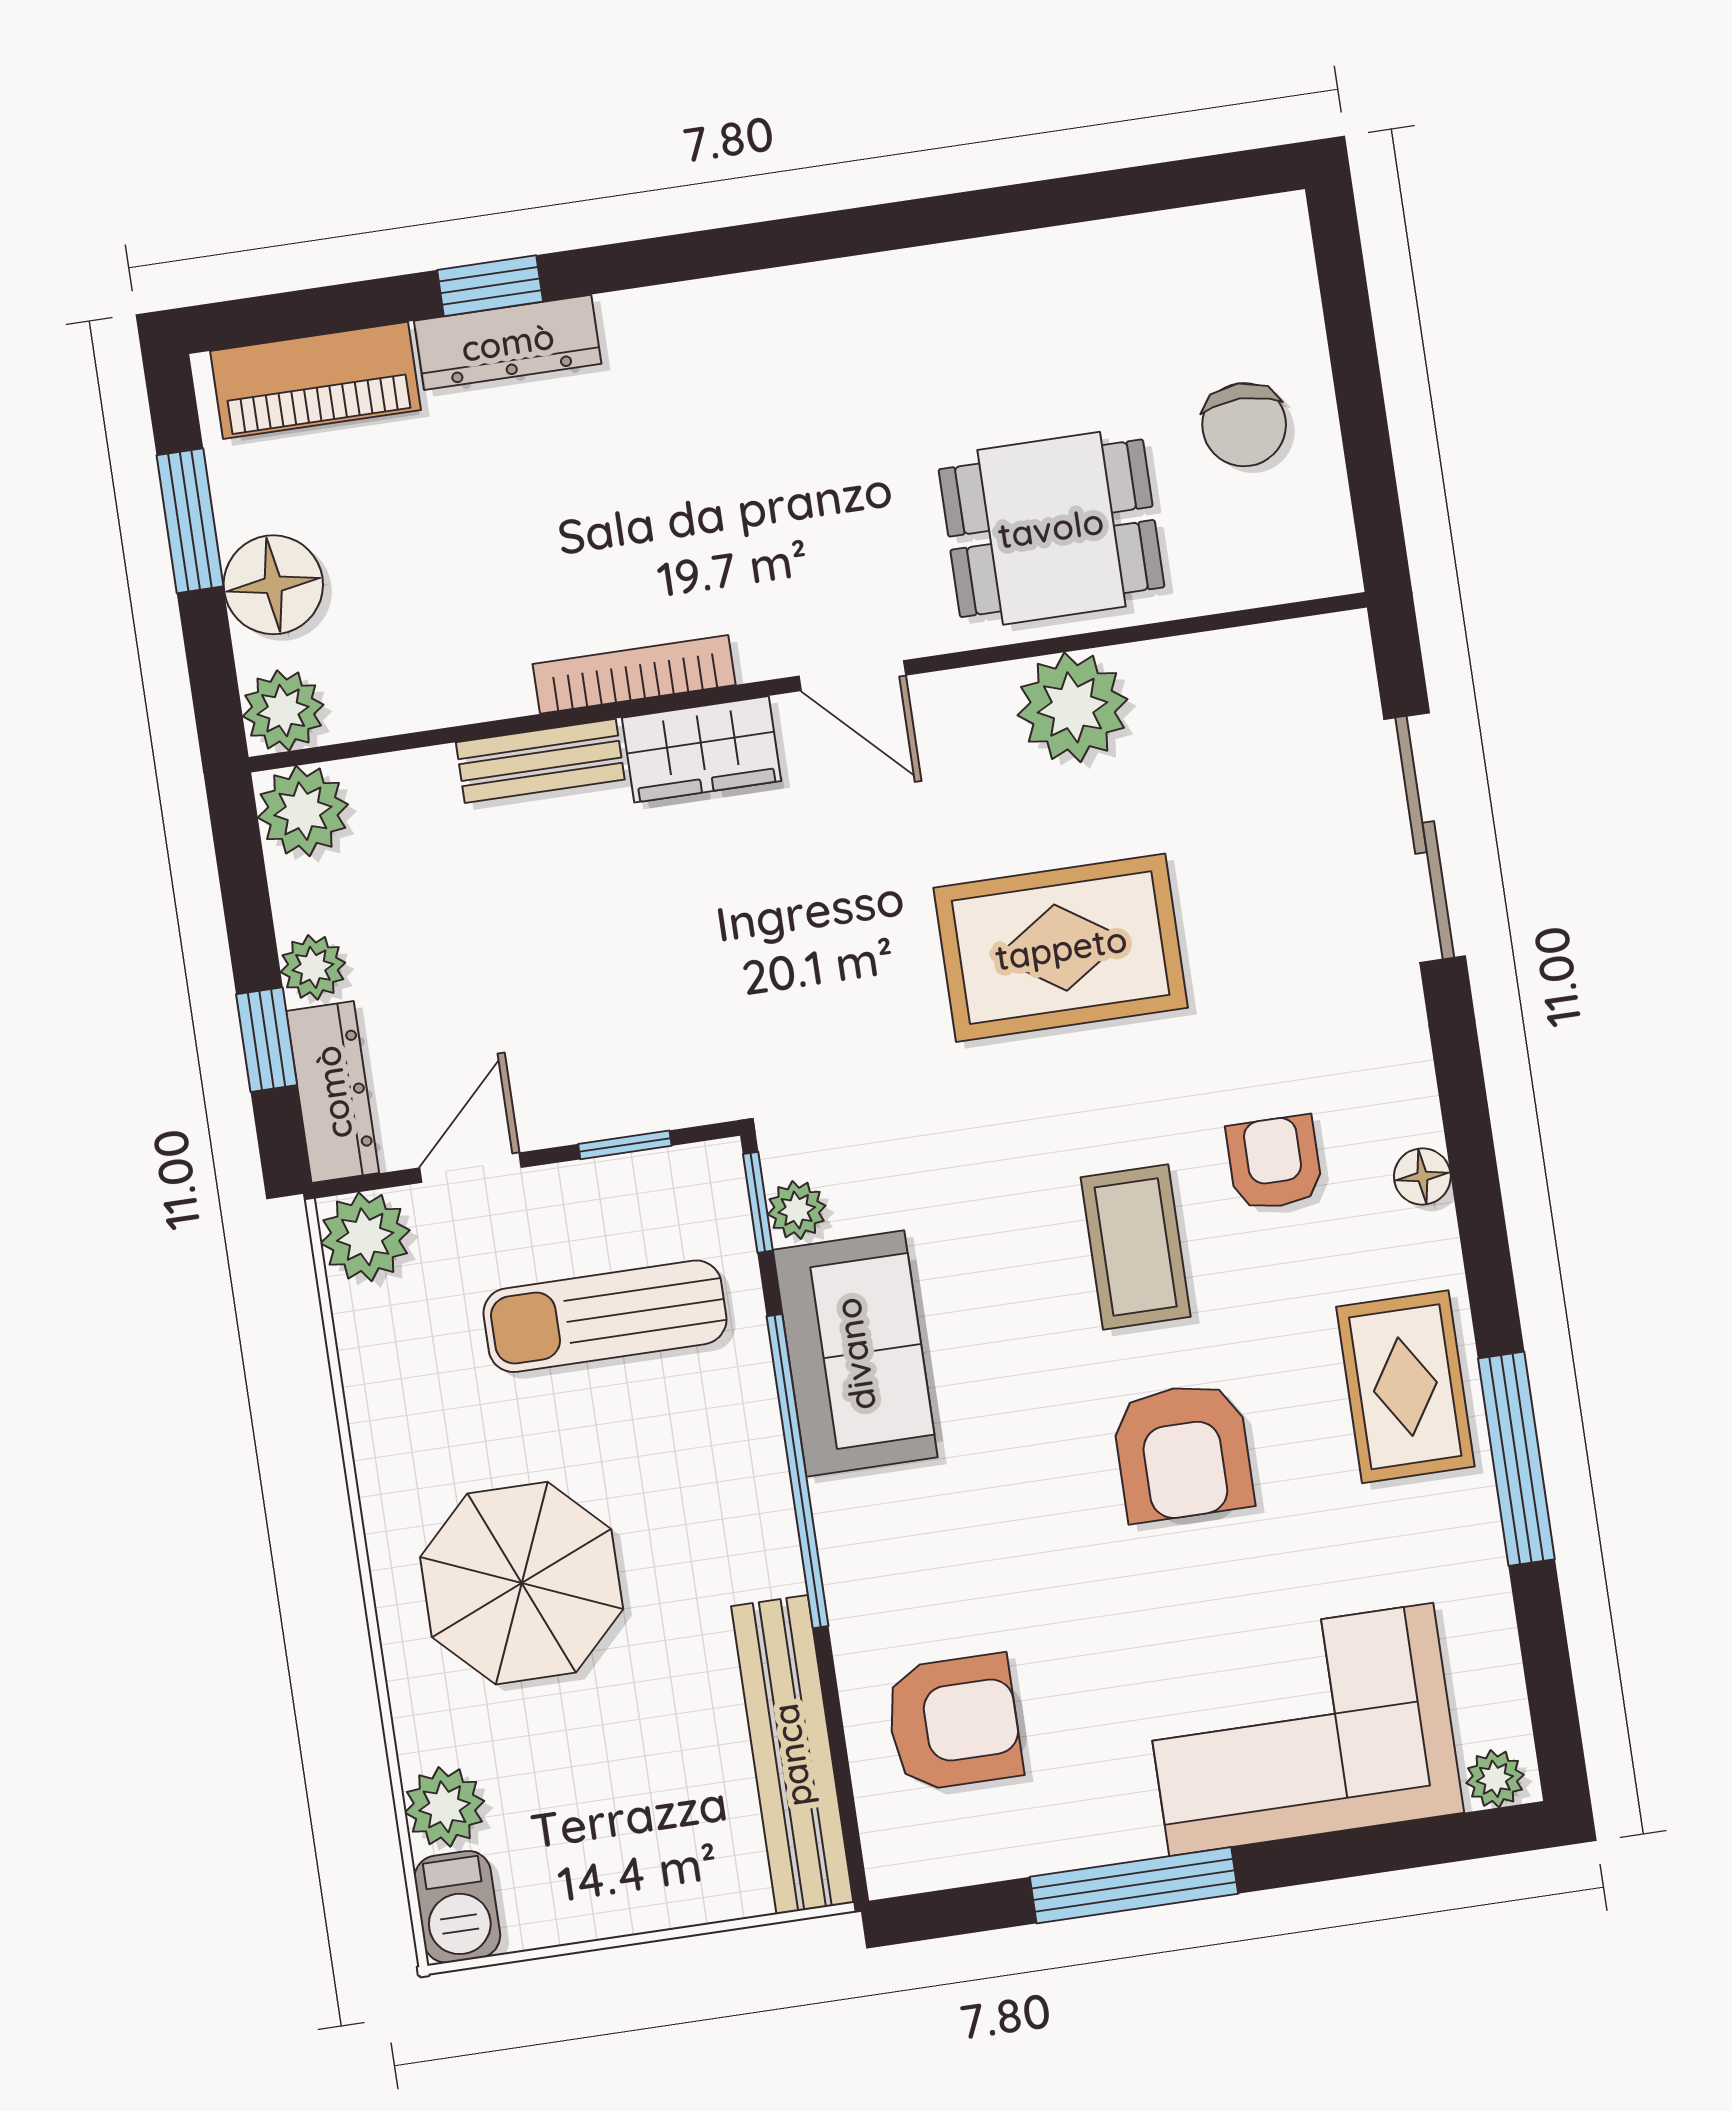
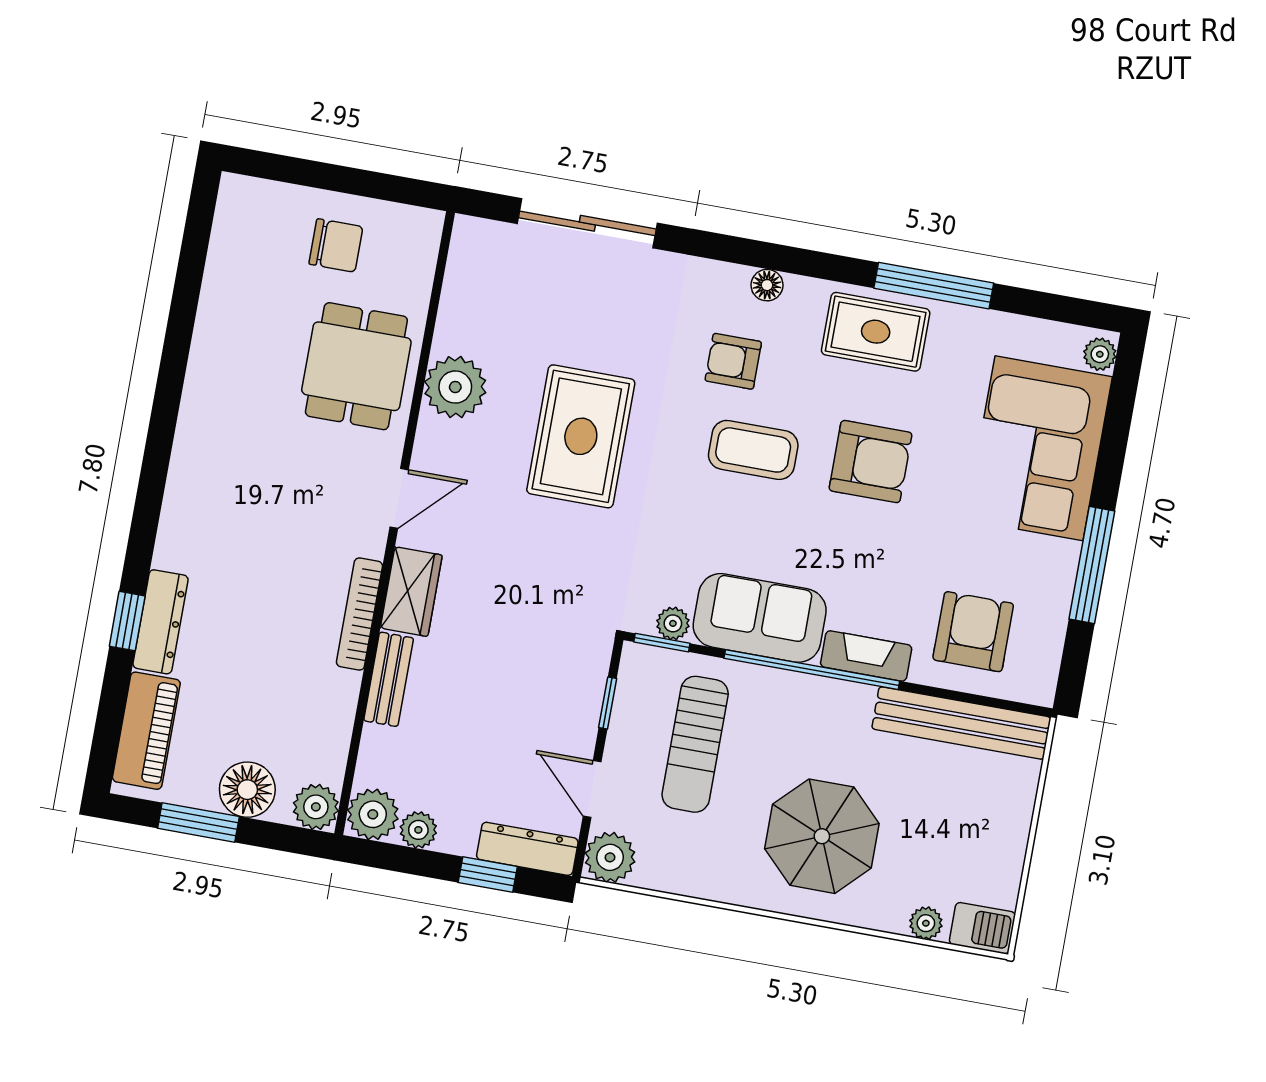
plant: (313, 967) -> (418, 830), moved
fireplace: (852, 1555) -> (866, 656), added
plant: (444, 1807) -> (926, 923), width x0.73, depth x0.73

